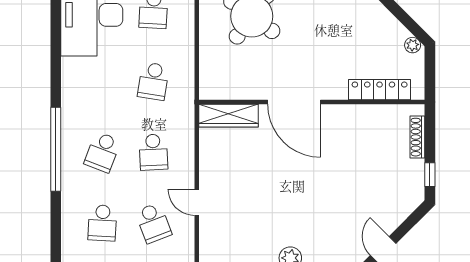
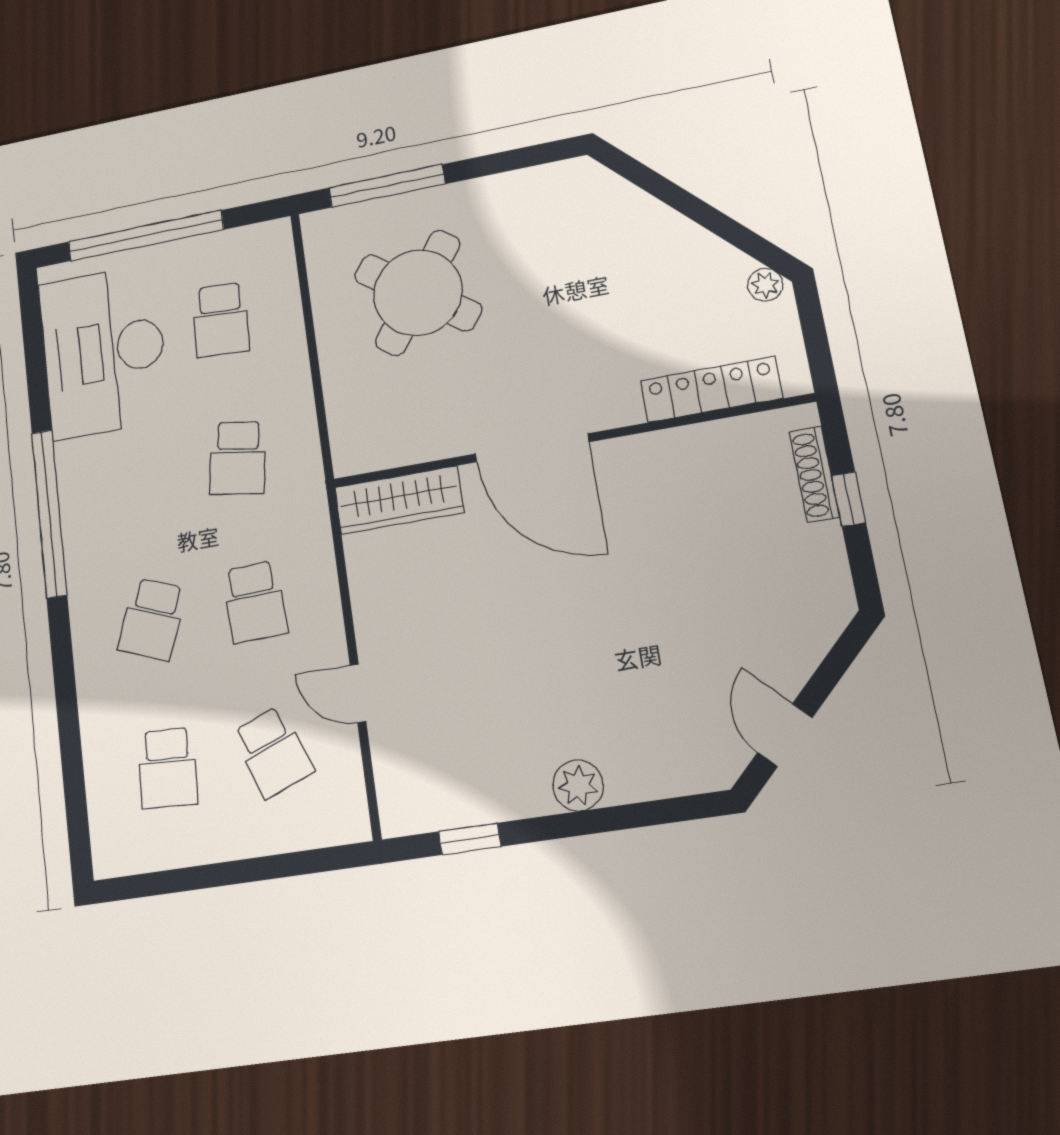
window: (56, 149) -> (49, 513), moved
window: (430, 175) -> (849, 499), moved

